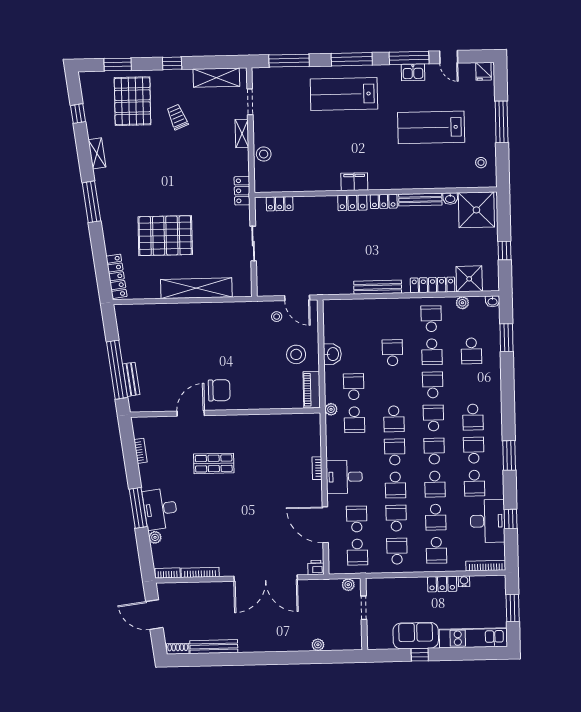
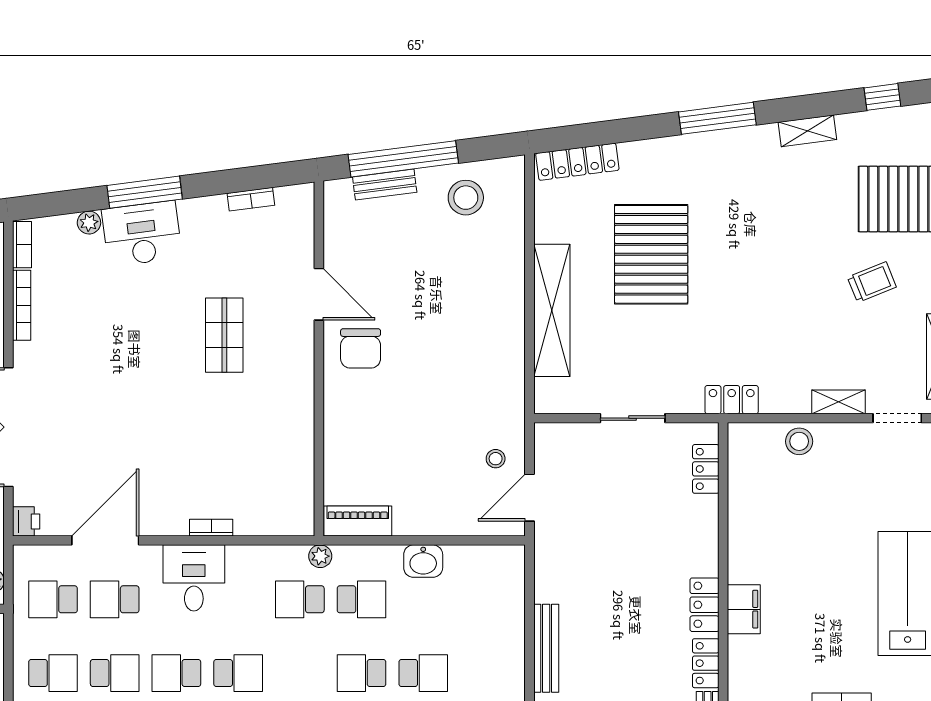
stool: (296, 354) -> (466, 198), moved
school desk: (394, 419) -> (362, 673), moved
school desk: (357, 519) -> (115, 599), turned 180

